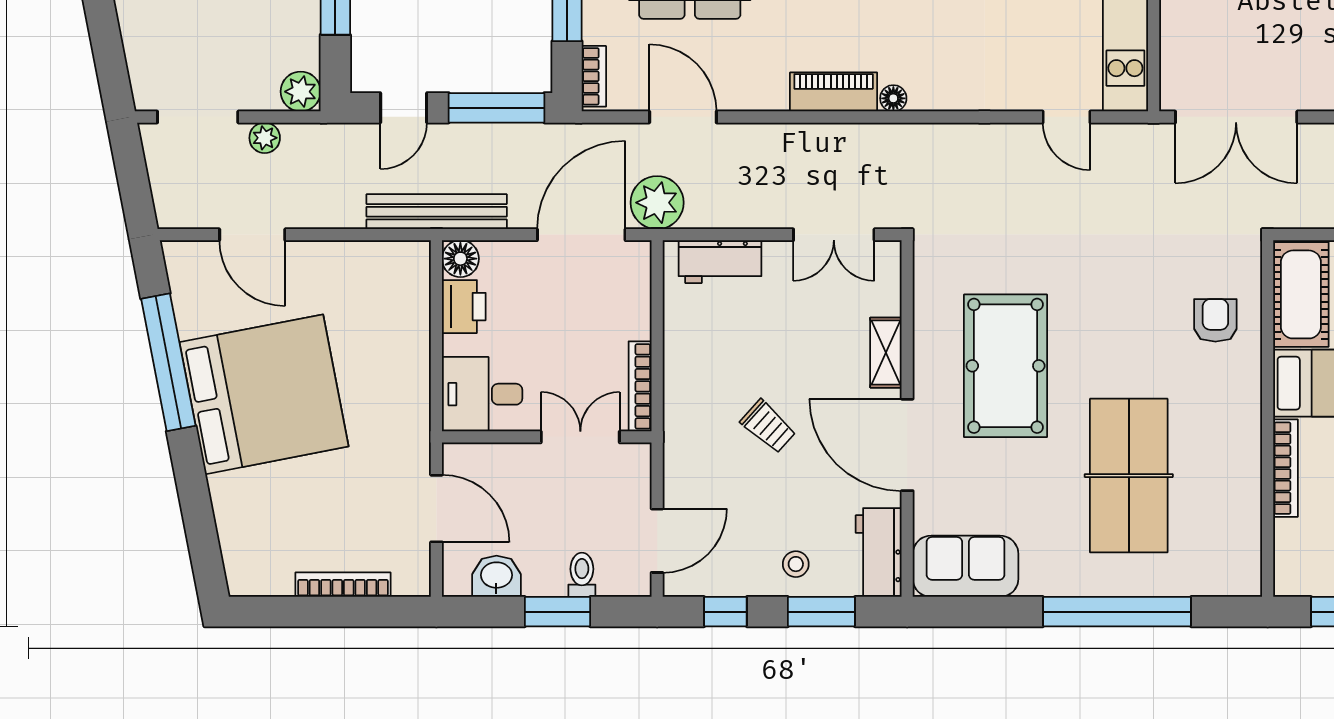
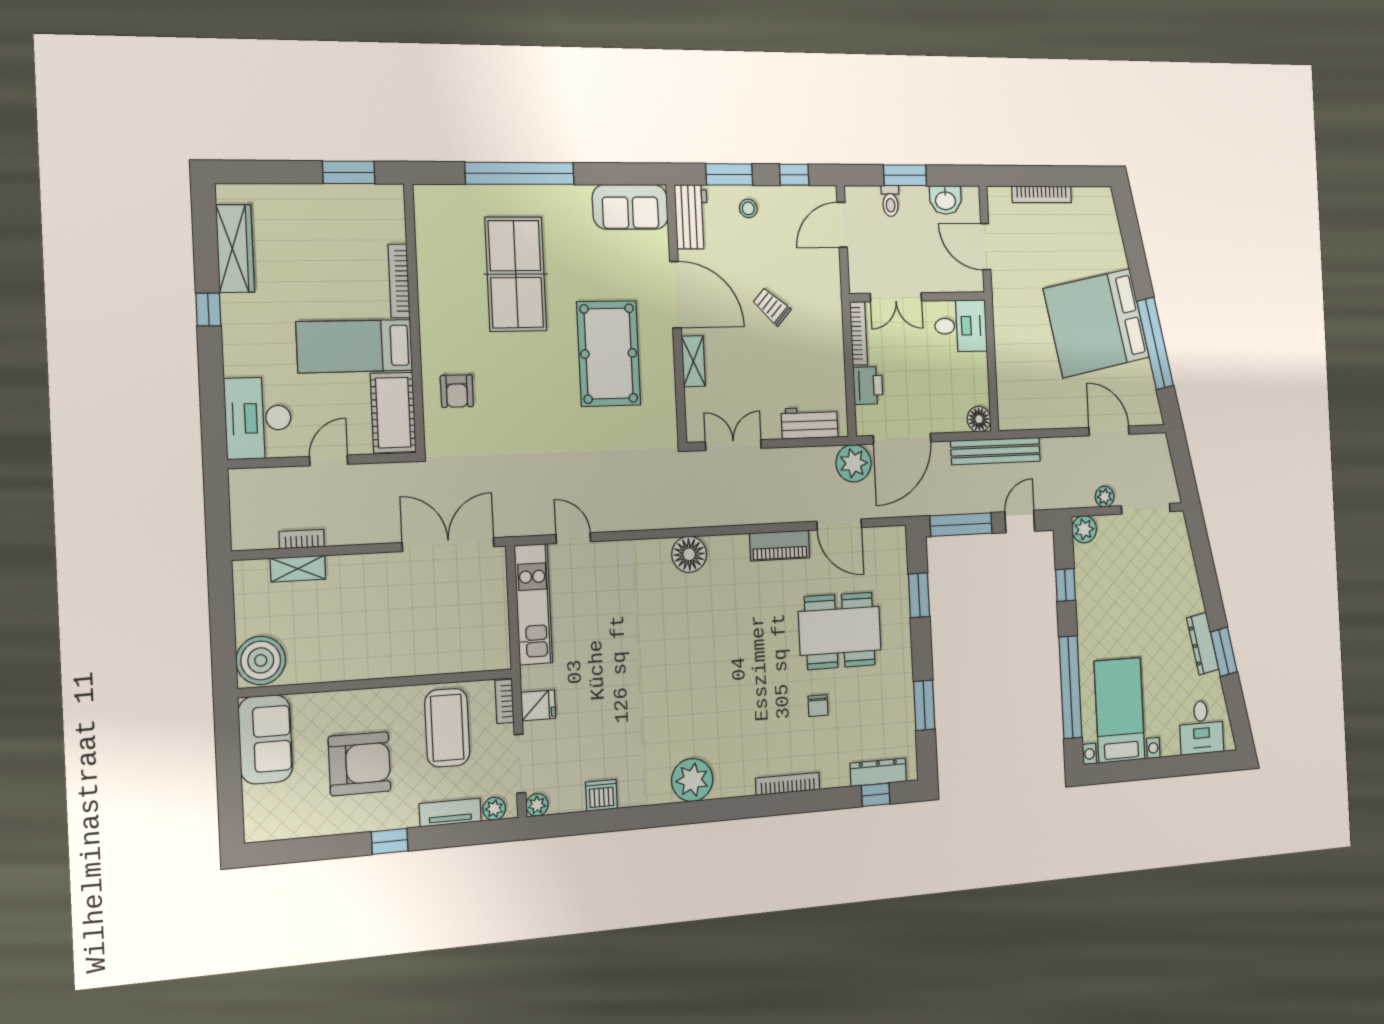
bookcase: (594, 76) -> (899, 550), removed
piano: (834, 92) -> (780, 545), moved
floor lamp: (893, 98) -> (689, 554), width x1.89, depth x1.89
printer: (464, 307) -> (868, 386), moved, turned 180

